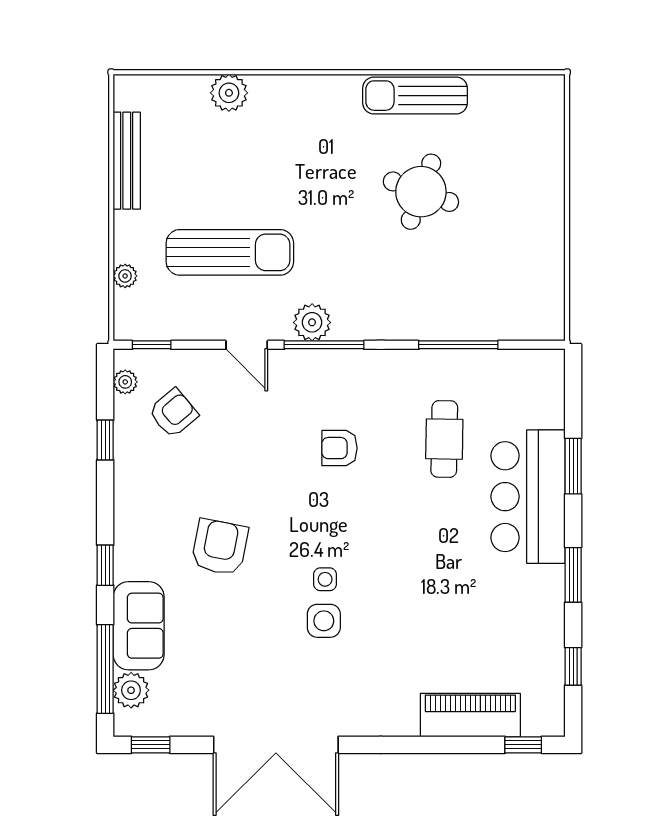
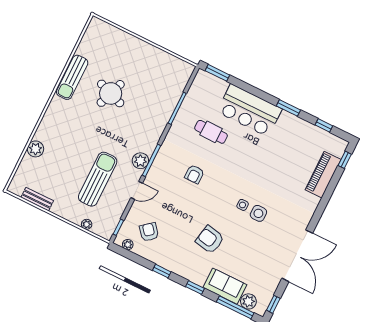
bench: (127, 161) -> (37, 199), width x0.73
window: (105, 440) -> (162, 271), moved
window: (573, 466) -> (217, 73), moved

